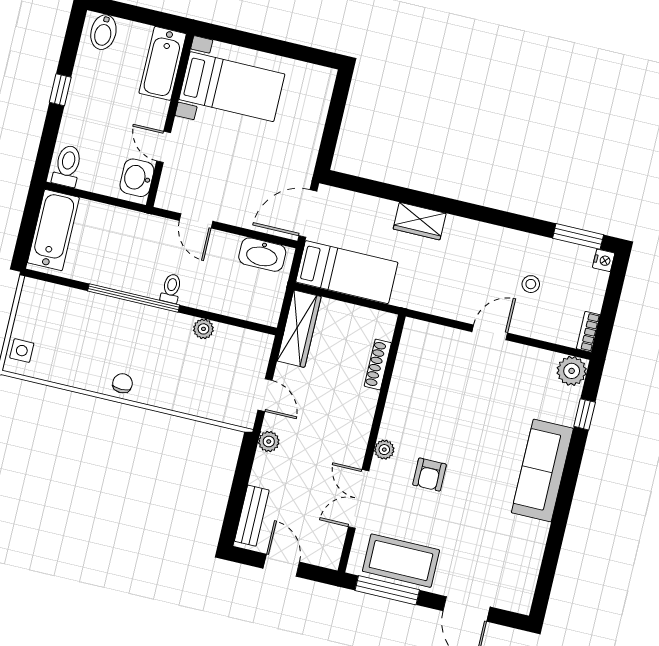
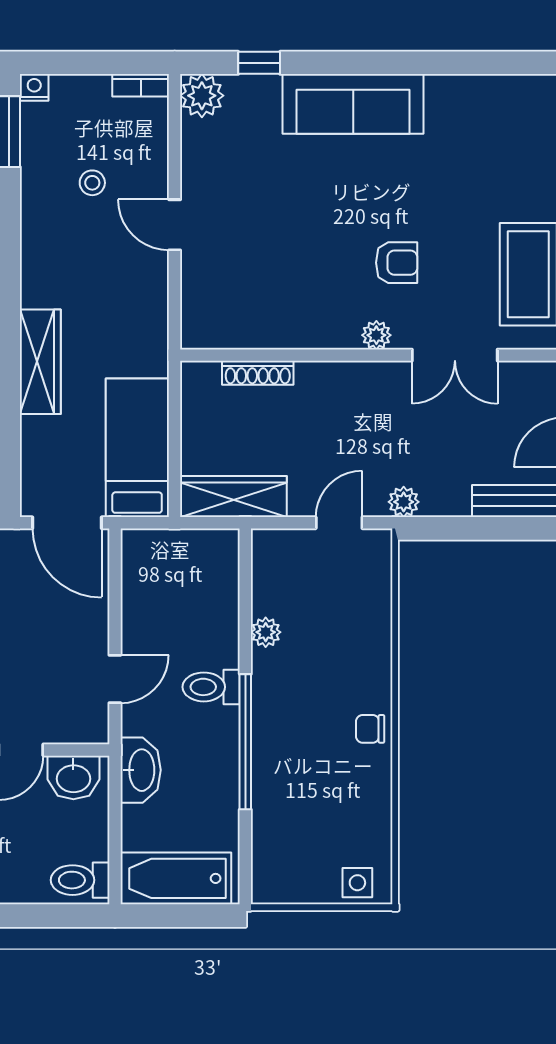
wardrobe: (420, 221) -> (40, 362), width x1.50
washbasin: (262, 255) -> (141, 770), moved
toilet: (171, 288) -> (211, 687), width x1.37, depth x1.39

